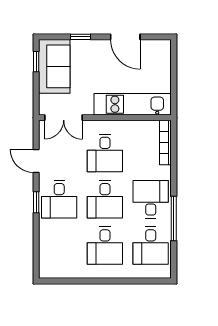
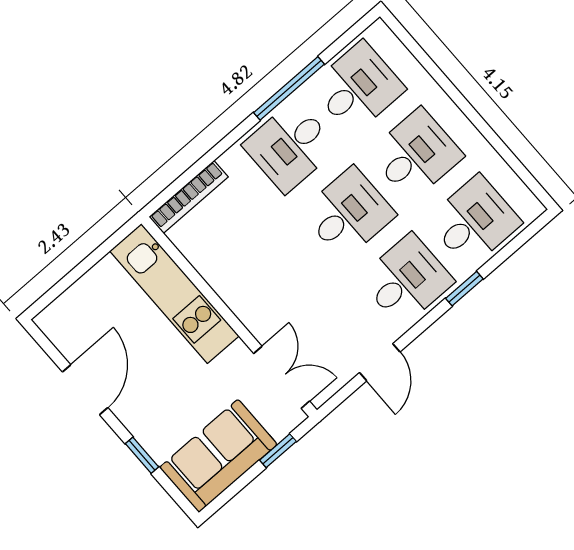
window: (36, 62) -> (278, 451), moved
desk: (105, 153) -> (474, 221), moved
window: (36, 202) -> (464, 289), moved

